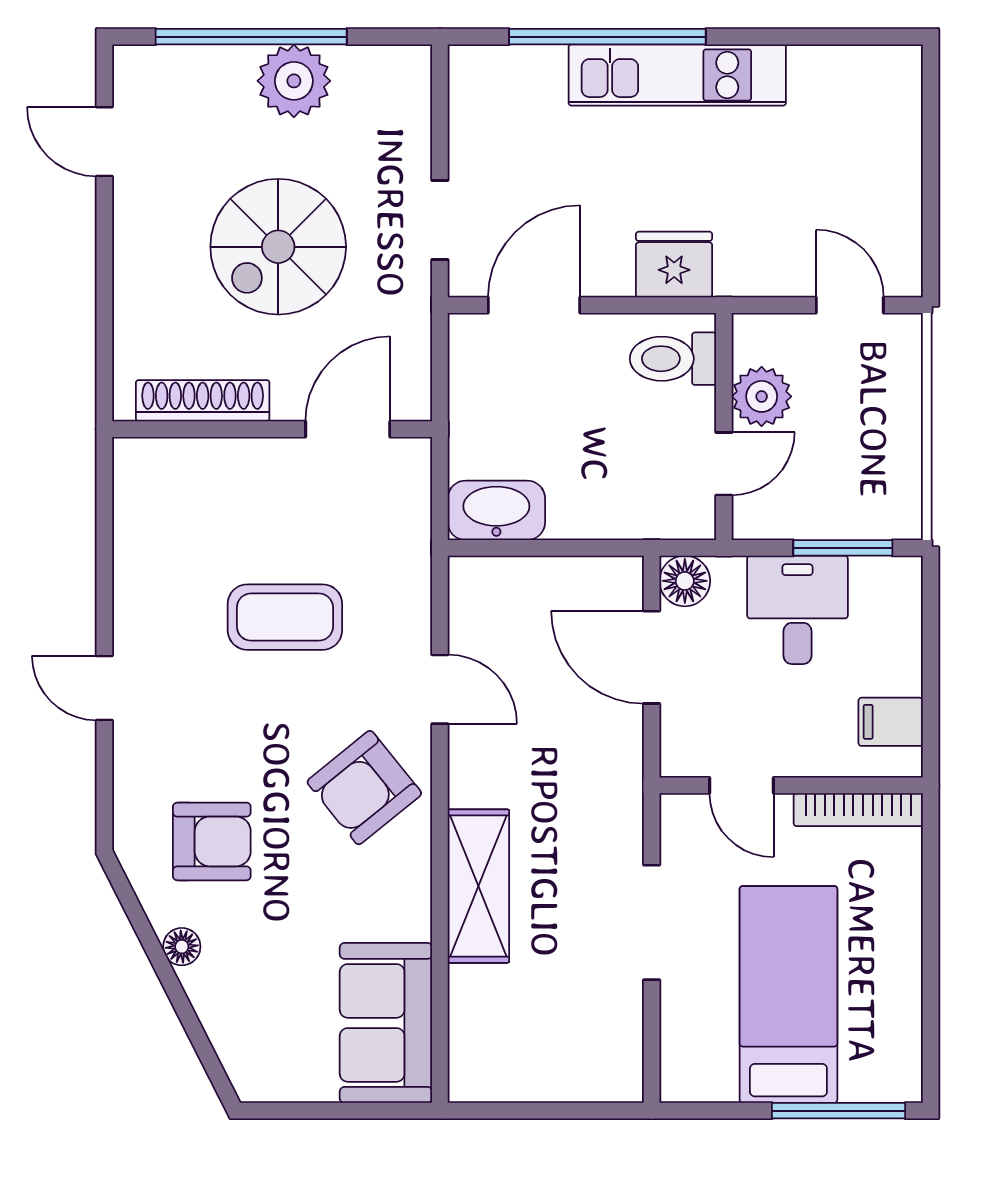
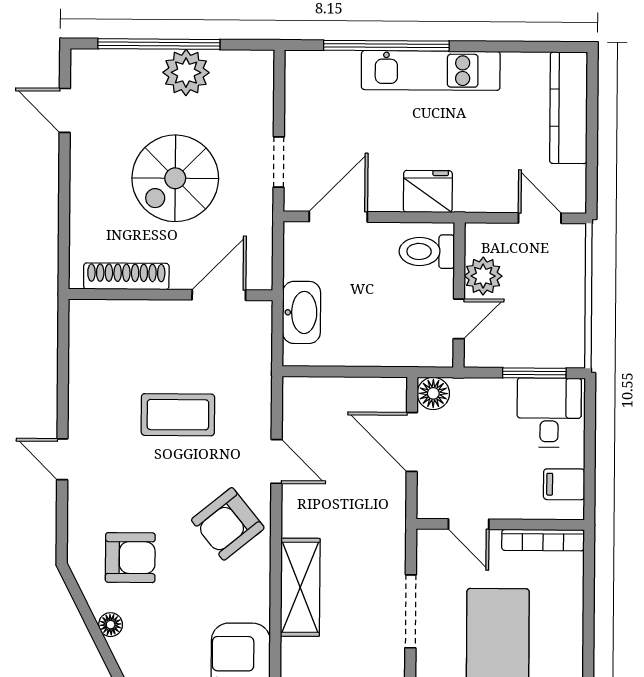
kitchen counter: (894, 132) -> (569, 108), added
washbasin: (496, 510) -> (302, 312), moved, turned 90
desk: (797, 610) -> (549, 413), moved

